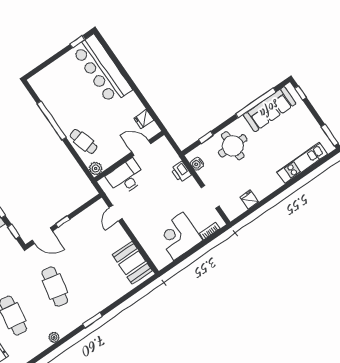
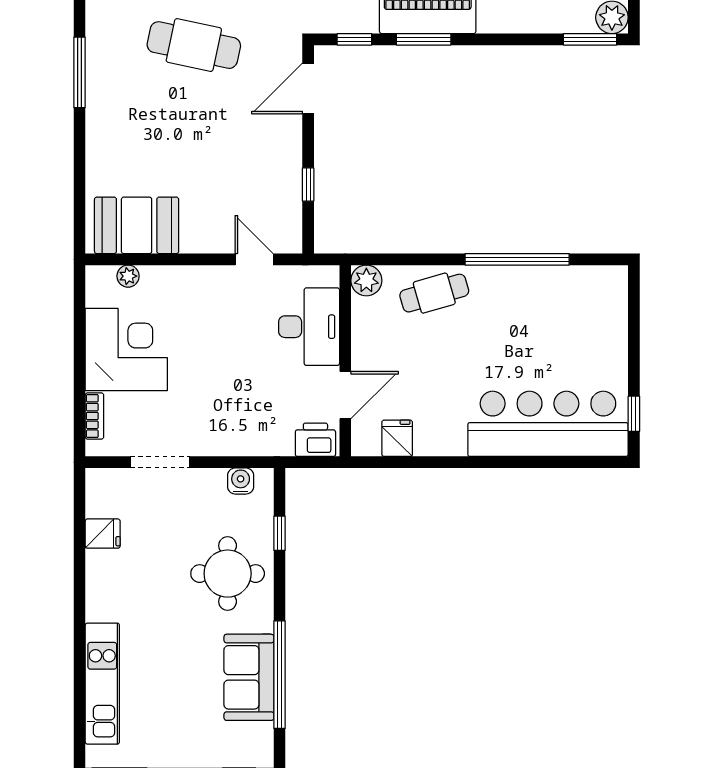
sofa: (270, 109) -> (249, 677), width x0.73
printer: (181, 172) -> (315, 440), moved
window: (63, 222) -> (308, 184), moved
plant: (152, 253) -> (128, 276), added
window: (92, 320) -> (80, 72), width x1.44

